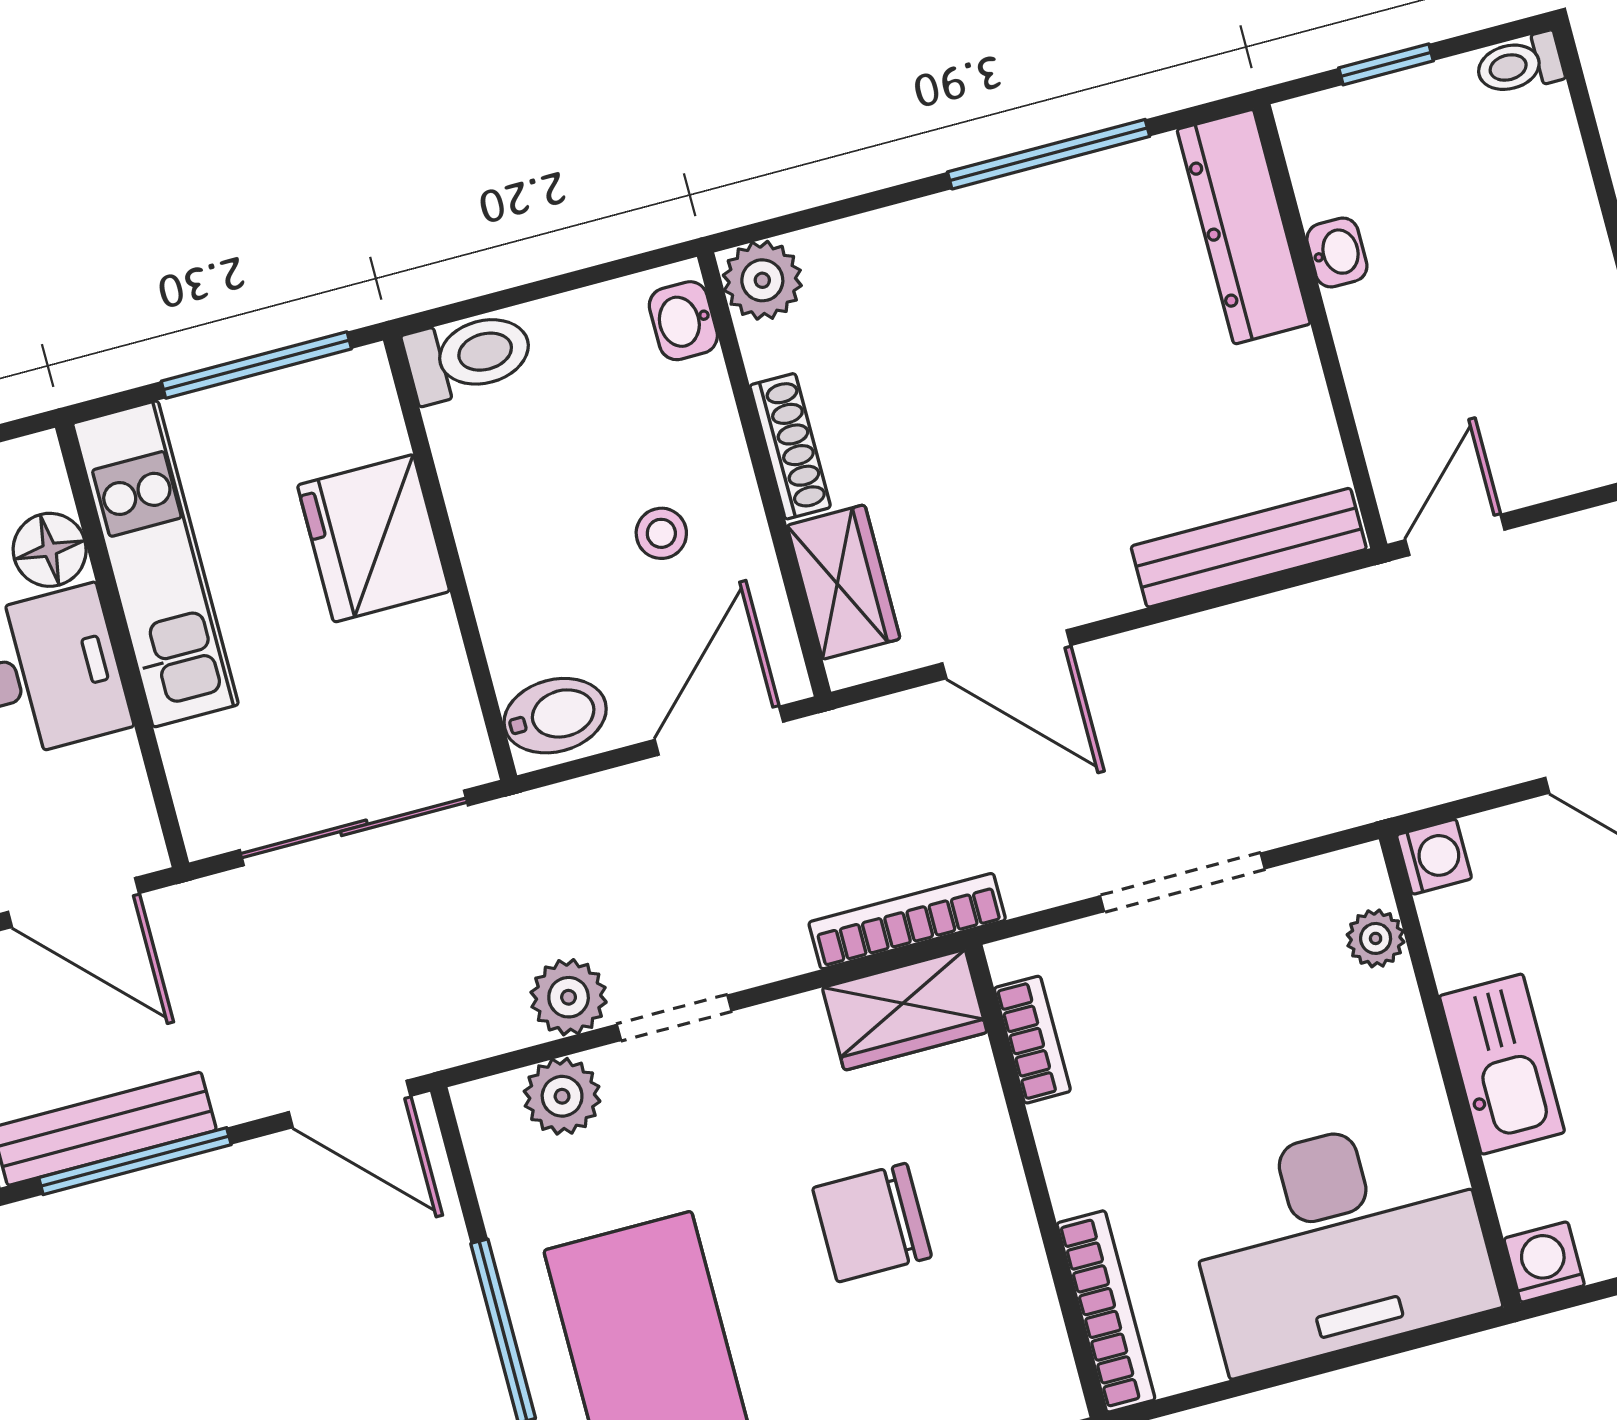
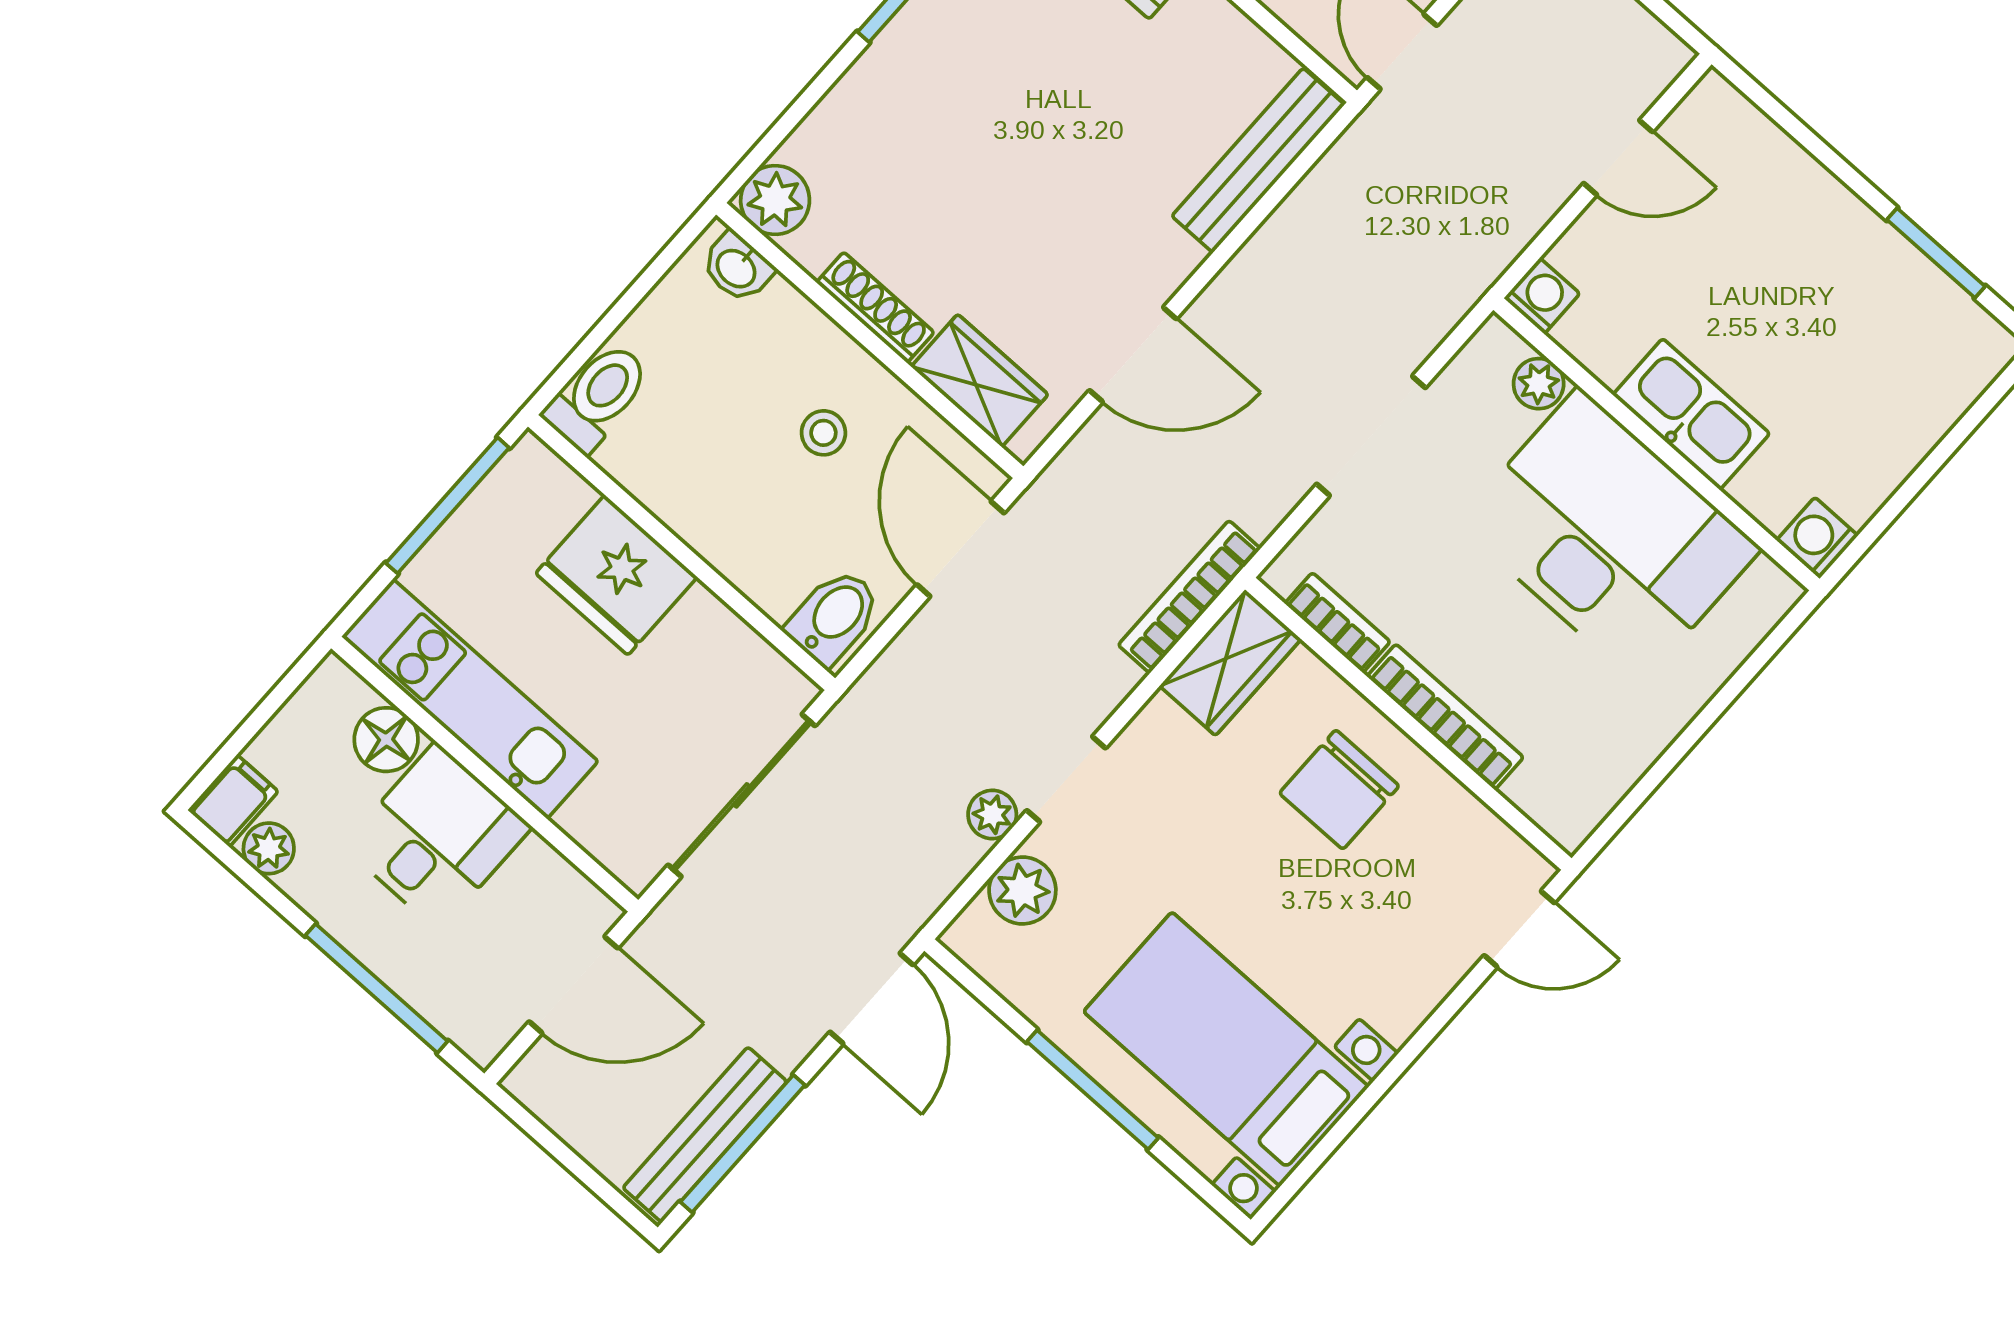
plant: (569, 997) -> (992, 815), width x0.73, depth x0.73
door: (350, 1104) -> (872, 998), hinge flipped
chair: (872, 1223) -> (1339, 790), moved
desk: (1340, 1241) -> (1609, 536), moved, turned -90
bookcase: (1106, 1311) -> (1445, 717), moved

